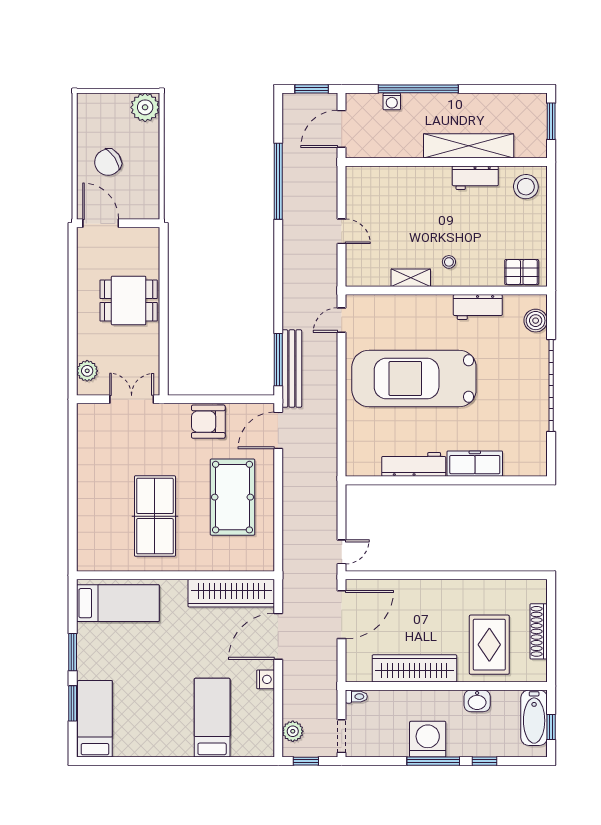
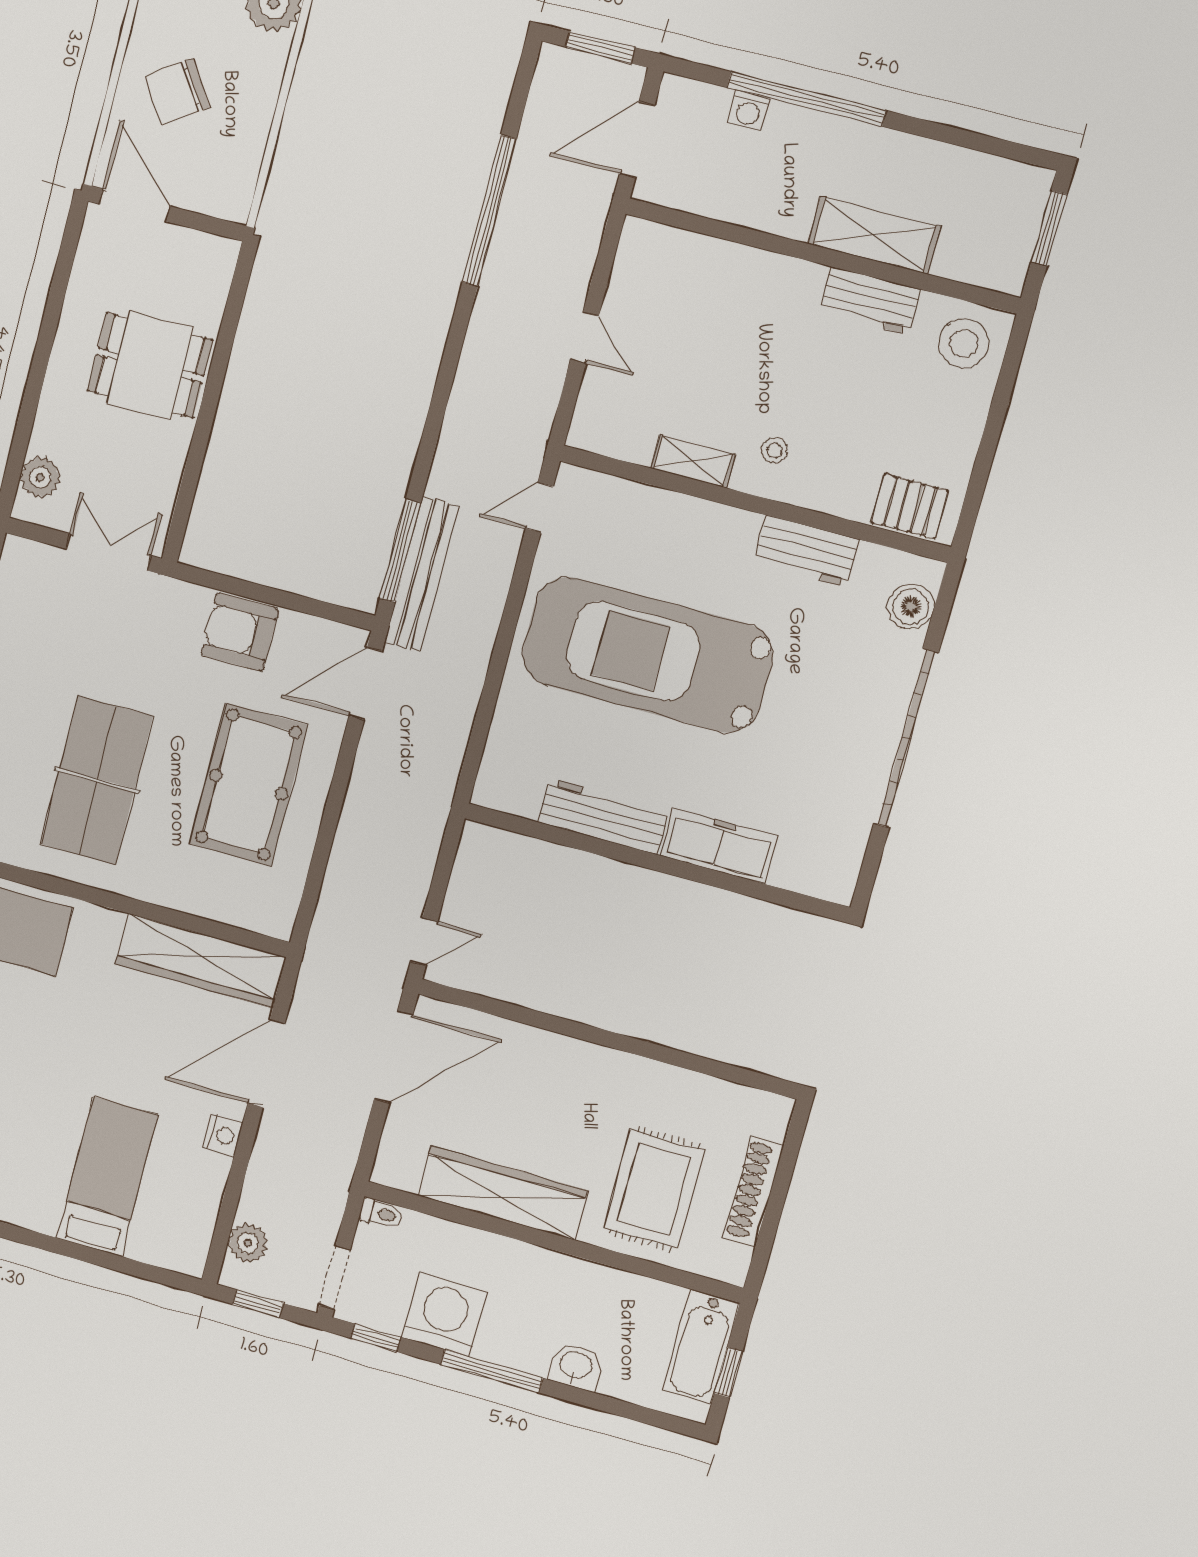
shelving: (469, 146) -> (874, 235), width x0.68
washbasin: (477, 701) -> (576, 1366), moved, turned 180
washing machine: (428, 739) -> (444, 1315), moved
window: (484, 761) -> (376, 1338), moved

